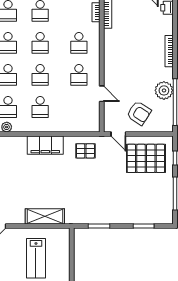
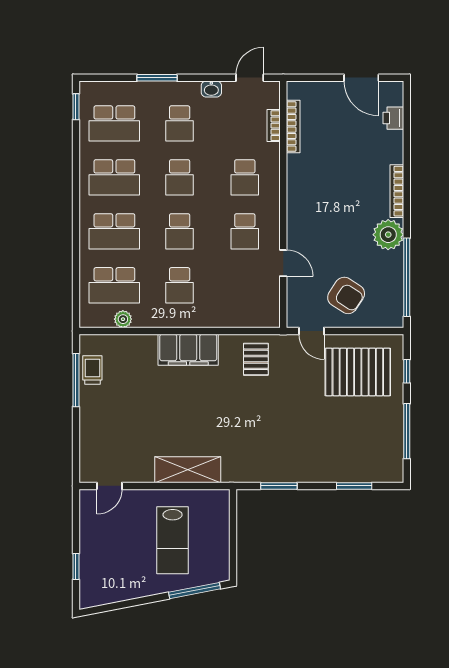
plant: (164, 90) -> (388, 235), moved
pallet: (85, 151) -> (256, 359), turned 90

